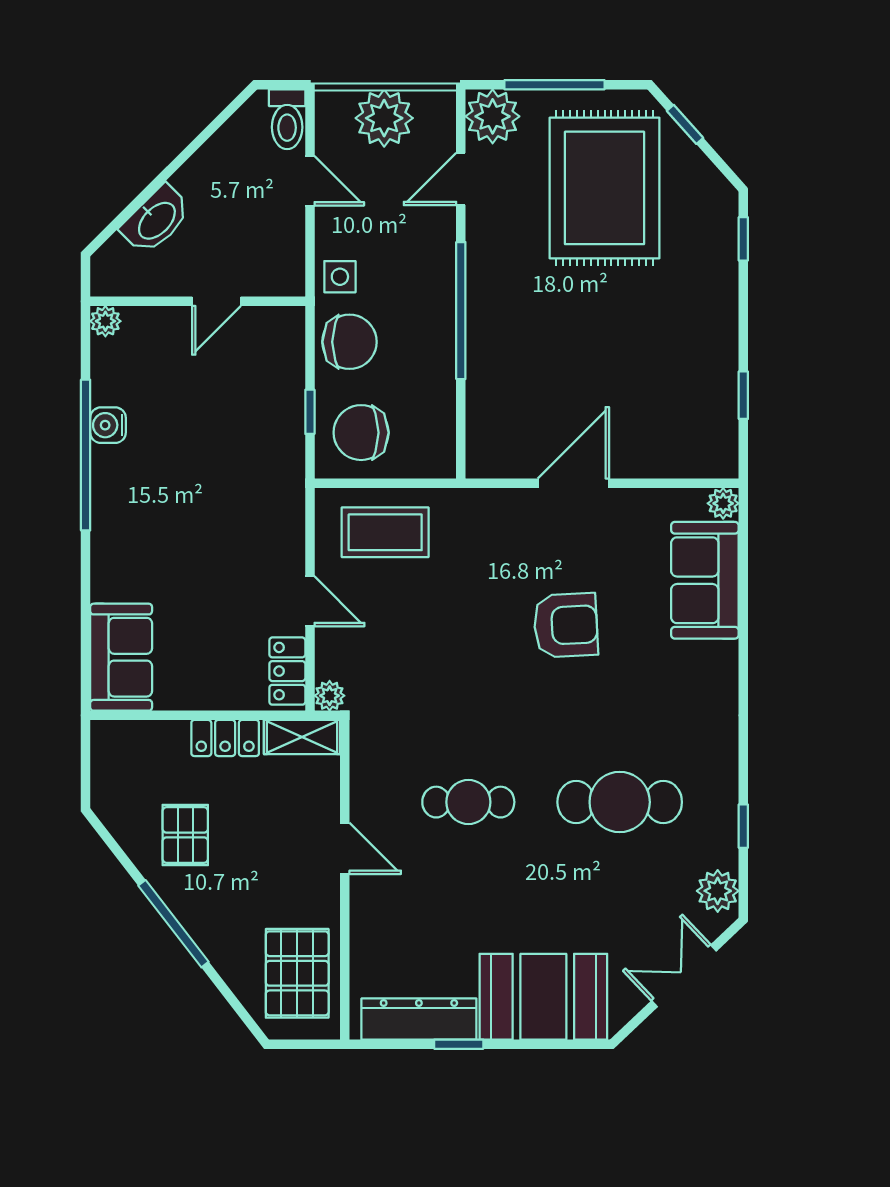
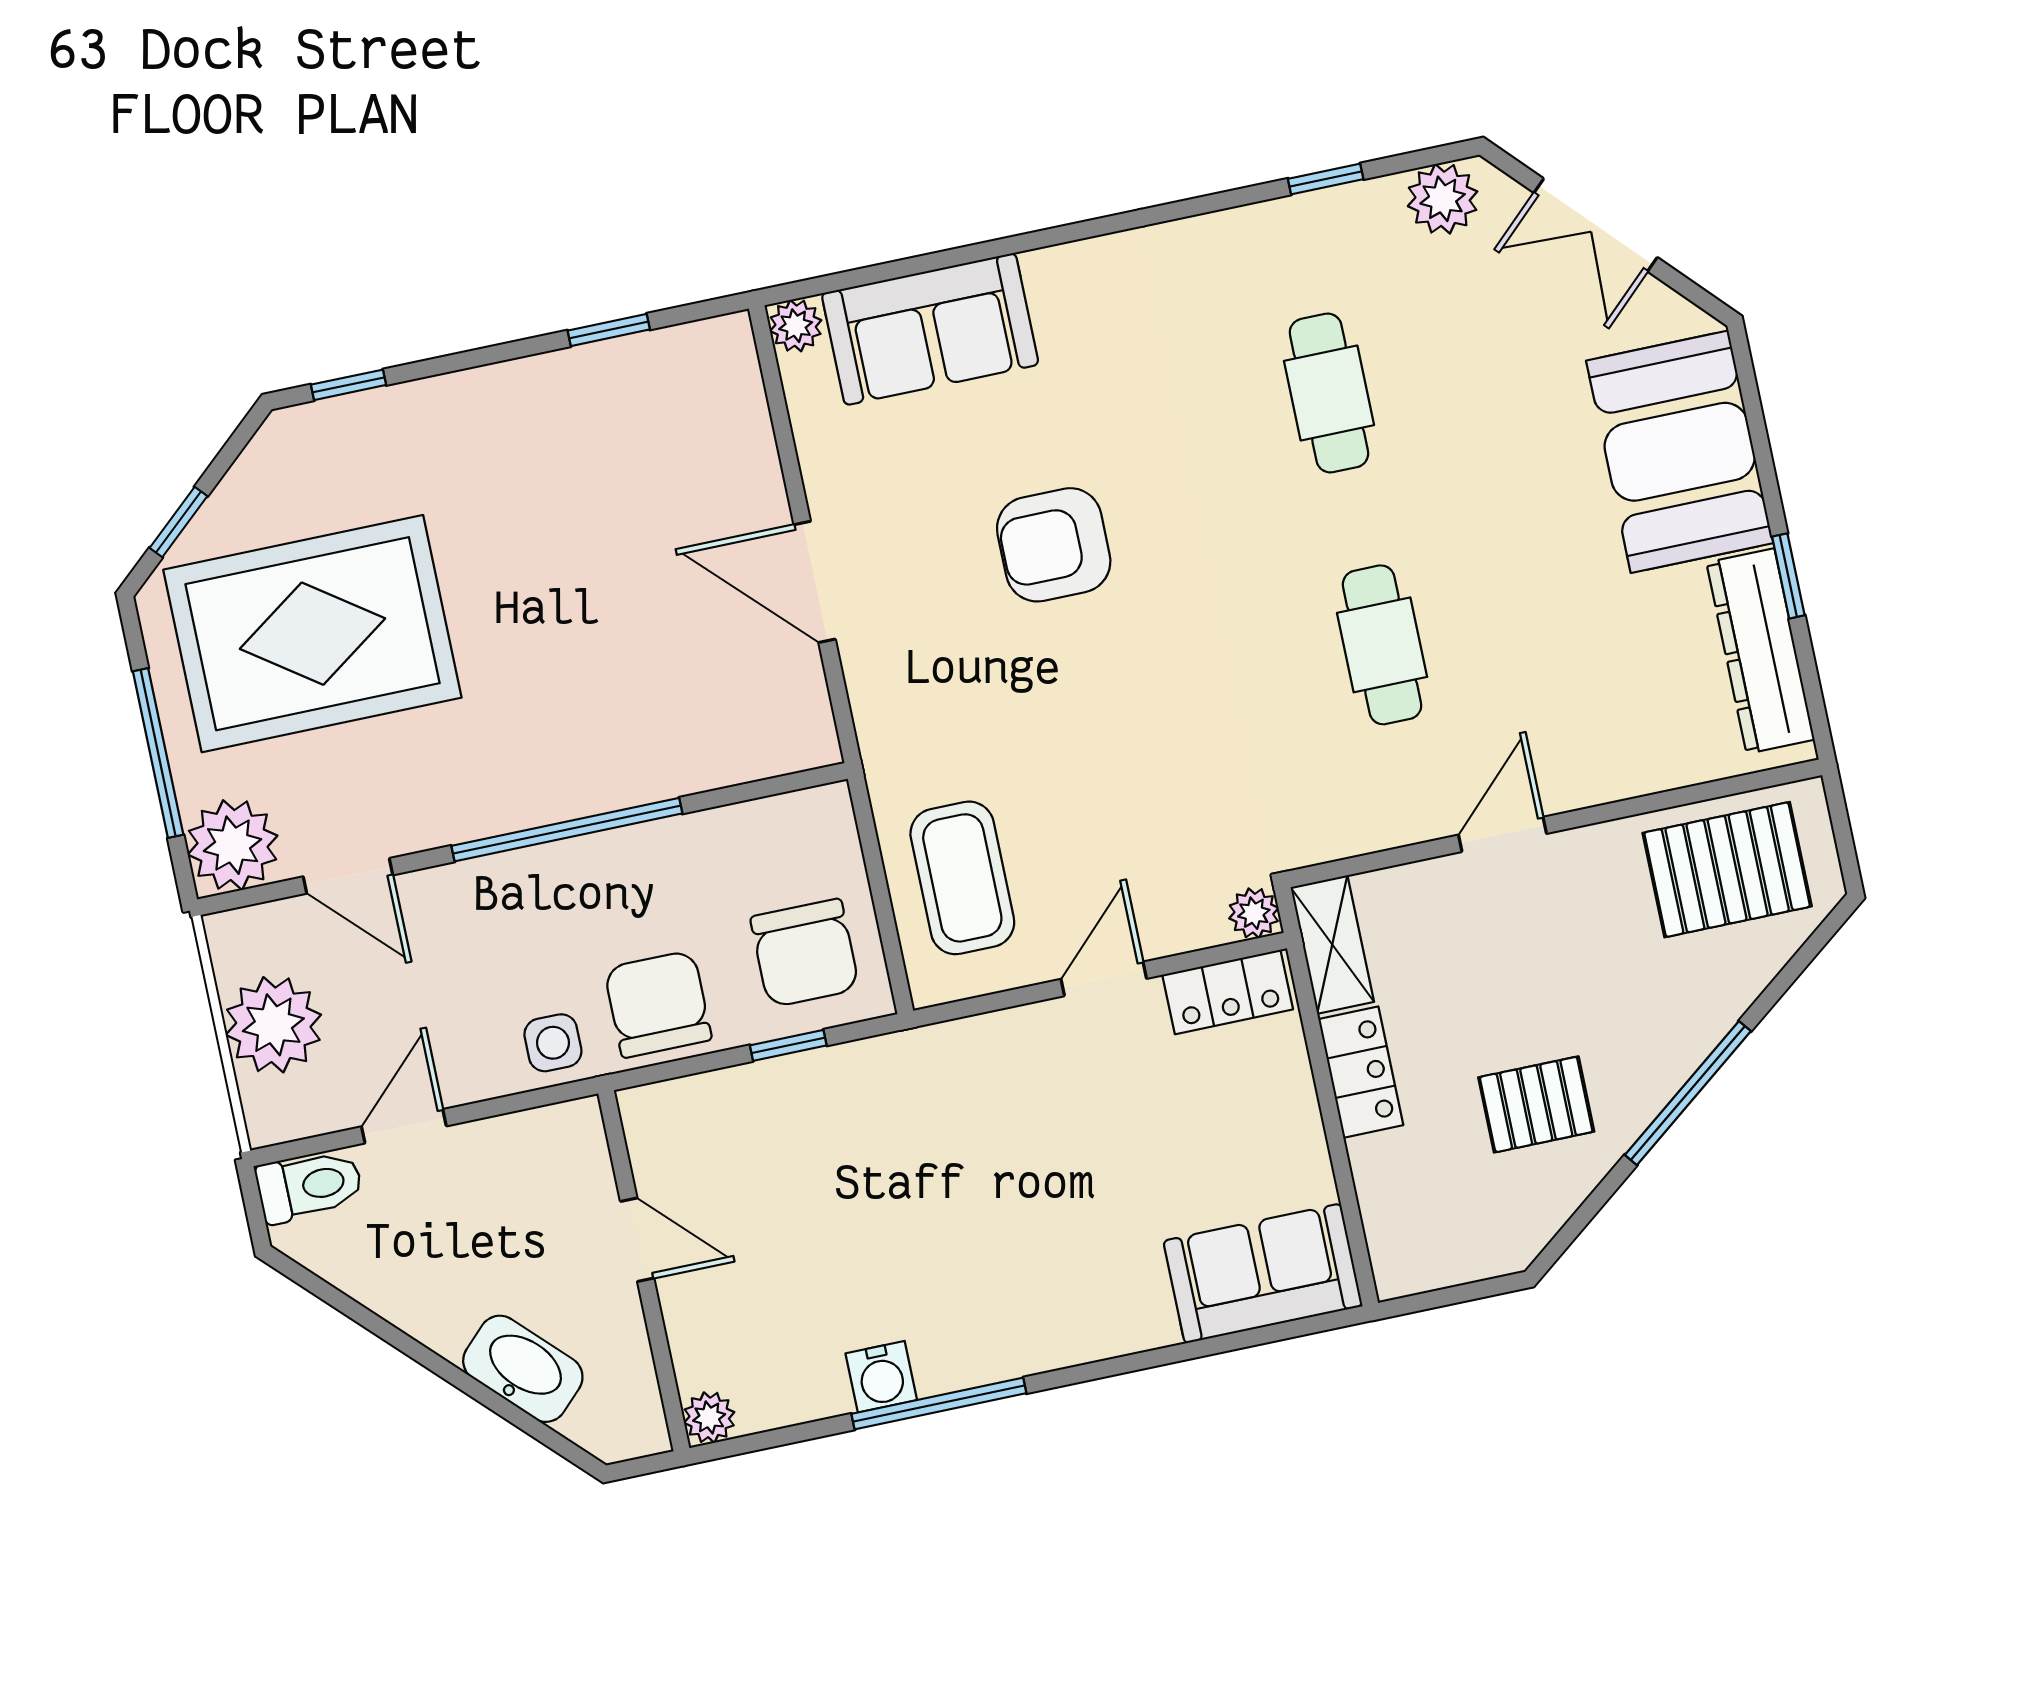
window: (86, 455) -> (939, 1404), width x0.68
armchair: (566, 625) -> (1054, 545), turned -87
cafe table: (620, 802) -> (1329, 393), width x0.73, depth x0.74

